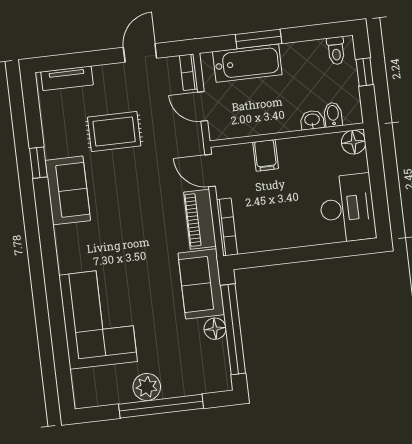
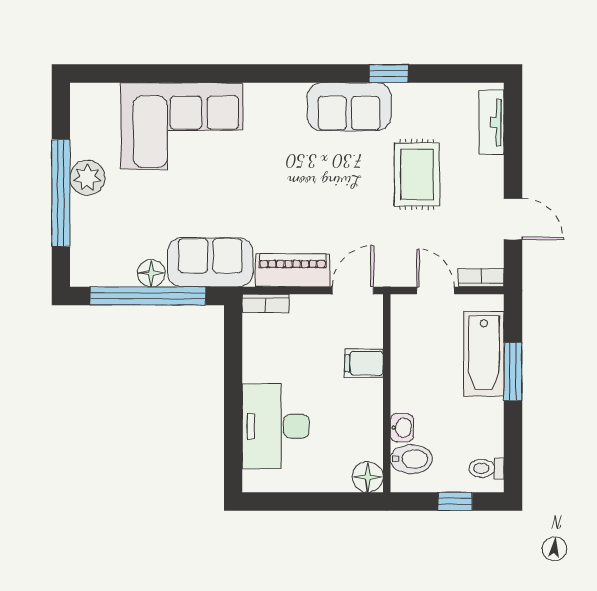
door: (203, 106) -> (436, 291), hinge flipped
bidet: (333, 115) -> (411, 459), width x1.38, depth x1.36
desk: (347, 208) -> (276, 426), moved, turned 90
bookcase: (227, 227) -> (266, 304), width x0.64

